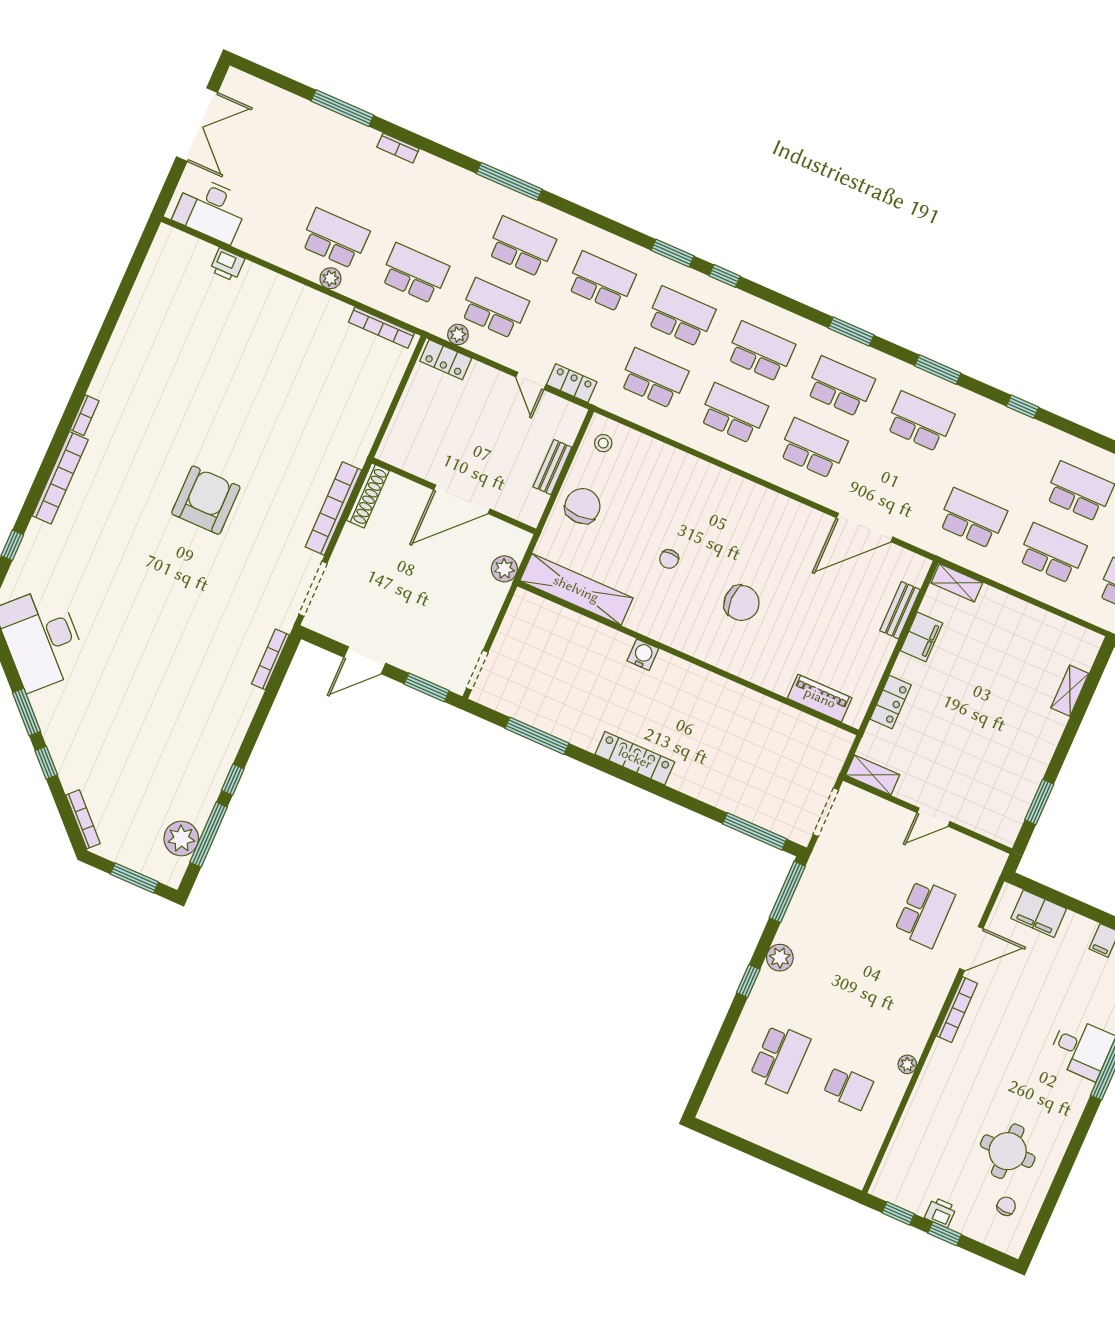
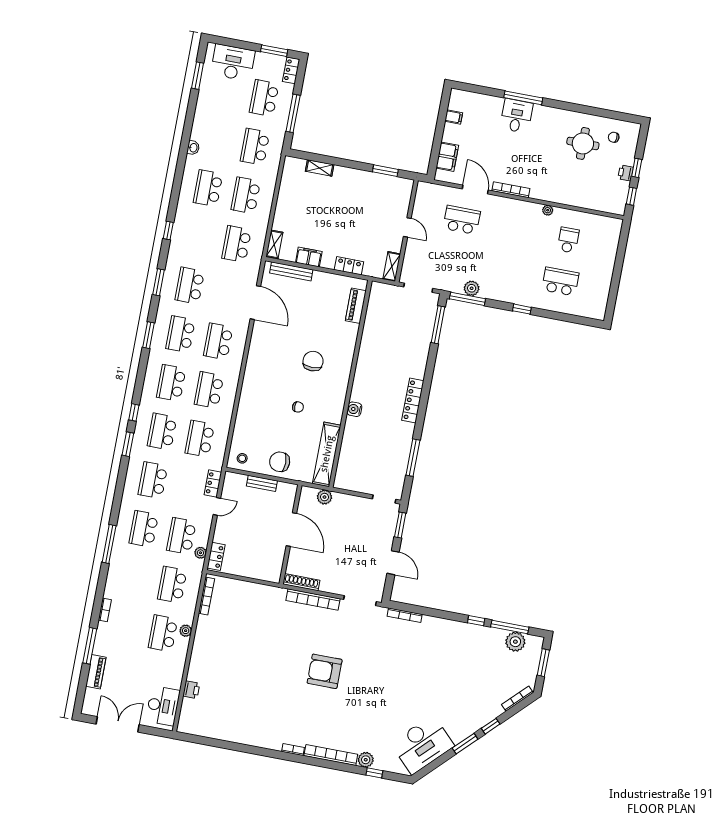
piano: (296, 108) -> (96, 672), added
plant: (38, 536) -> (366, 760), added
bench: (900, 610) -> (291, 271), width x1.36
plant: (780, 958) -> (472, 288), moved

